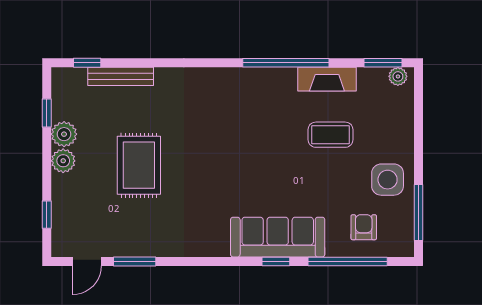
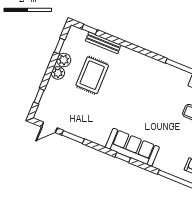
rug: (139, 165) -> (92, 75), moved
sofa: (278, 237) -> (132, 147), moved
window: (276, 261) -> (123, 157), moved

